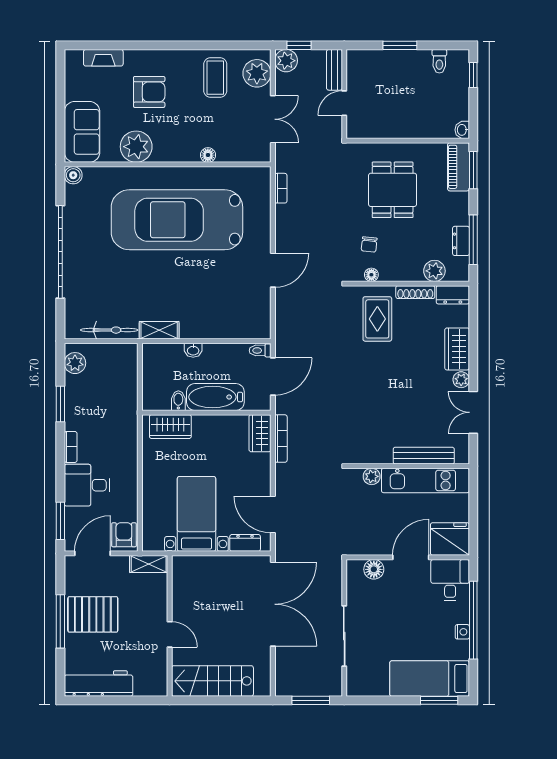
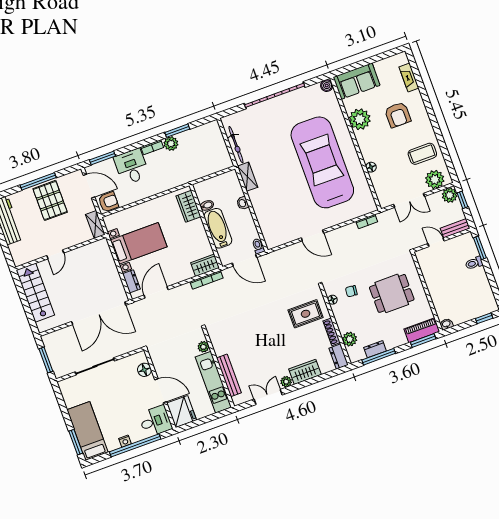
window: (400, 45) -> (480, 248), moved
toilet: (439, 61) -> (474, 263), moved
plant: (75, 363) -> (171, 144), moved

